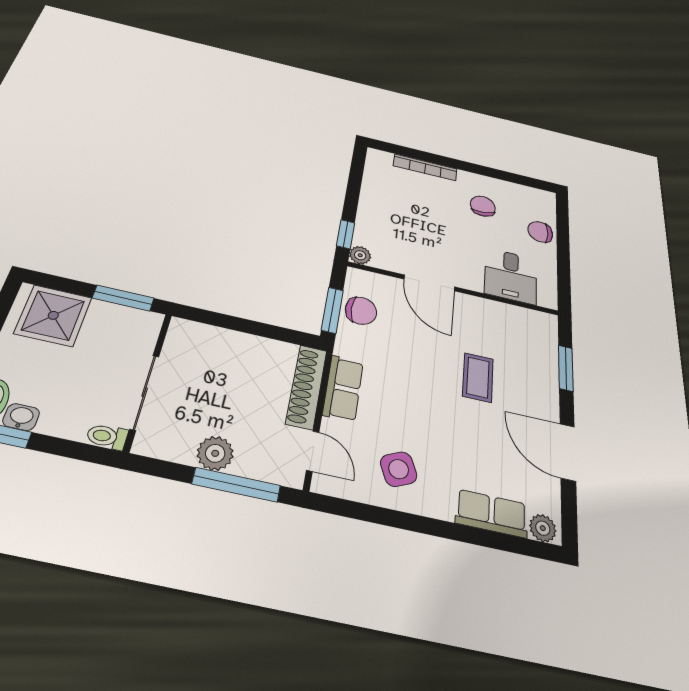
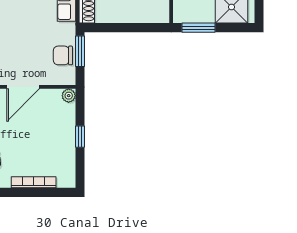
window: (346, 234) -> (80, 137), moved
door: (429, 283) -> (23, 87), swing flipped

